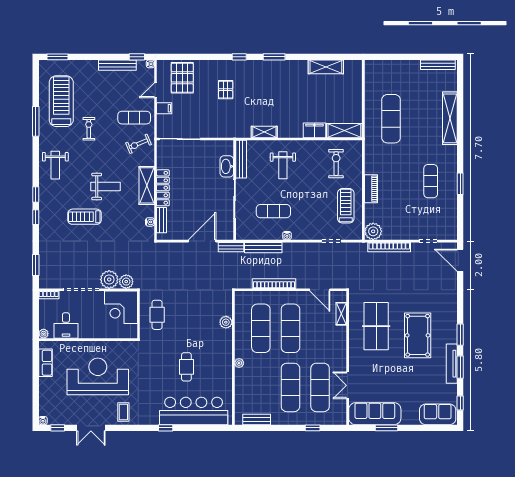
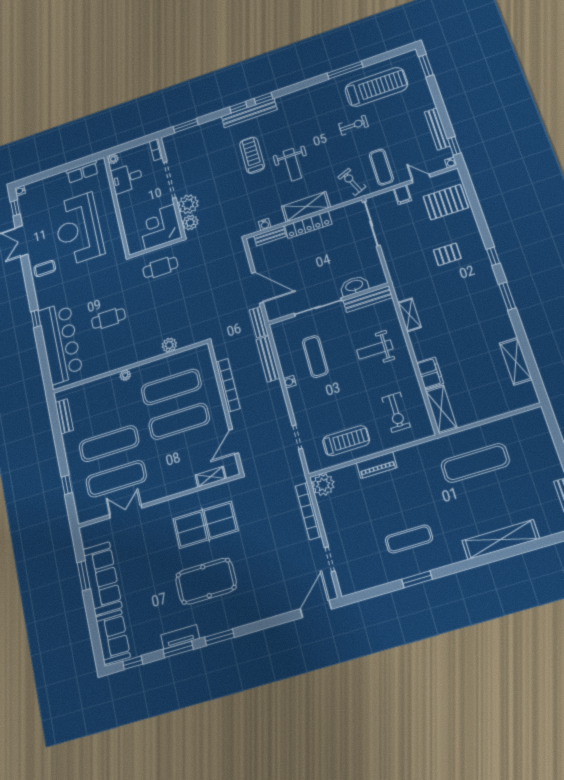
exercise bike: (336, 164) -> (396, 412), turned 90
weight bench: (55, 165) -> (302, 106), removed
bench: (45, 209) -> (249, 113), added
tv unit: (452, 364) -> (180, 637), width x0.71
reception desk: (98, 376) -> (78, 229), turned 180
sofa: (375, 414) -> (102, 578), moved

